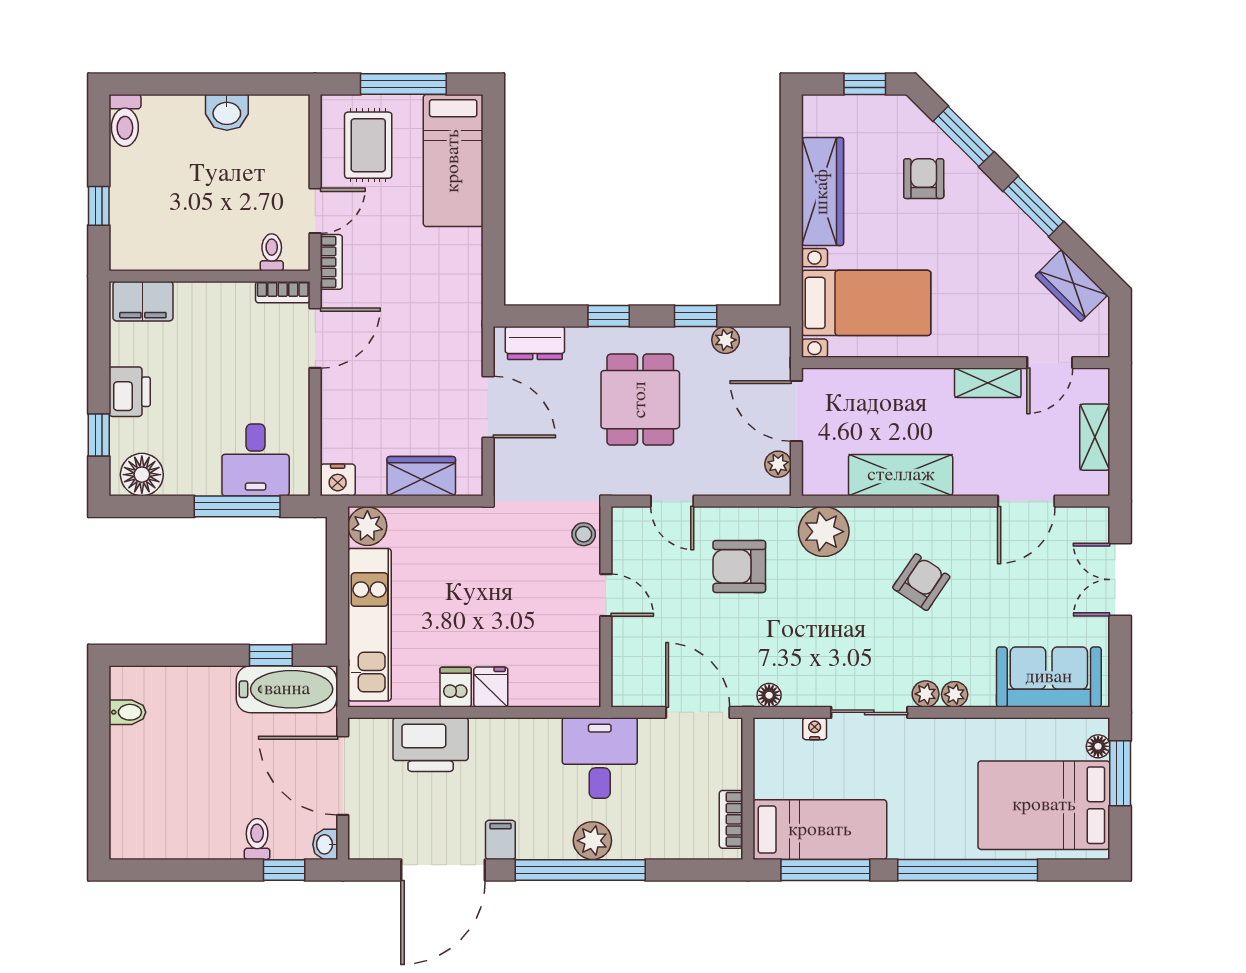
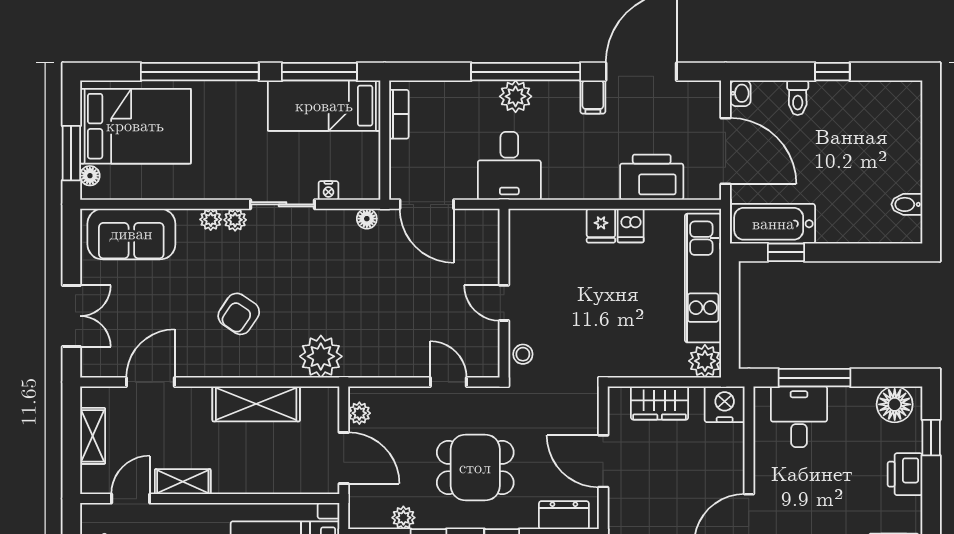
dining table: (640, 400) -> (475, 468), turned 90
nightstand: (338, 480) -> (725, 404), width x1.36, depth x1.33
armchair: (739, 566) -> (392, 327), removed
window: (284, 870) -> (832, 72), moved

